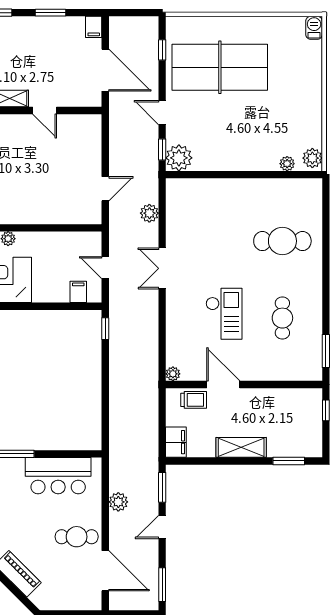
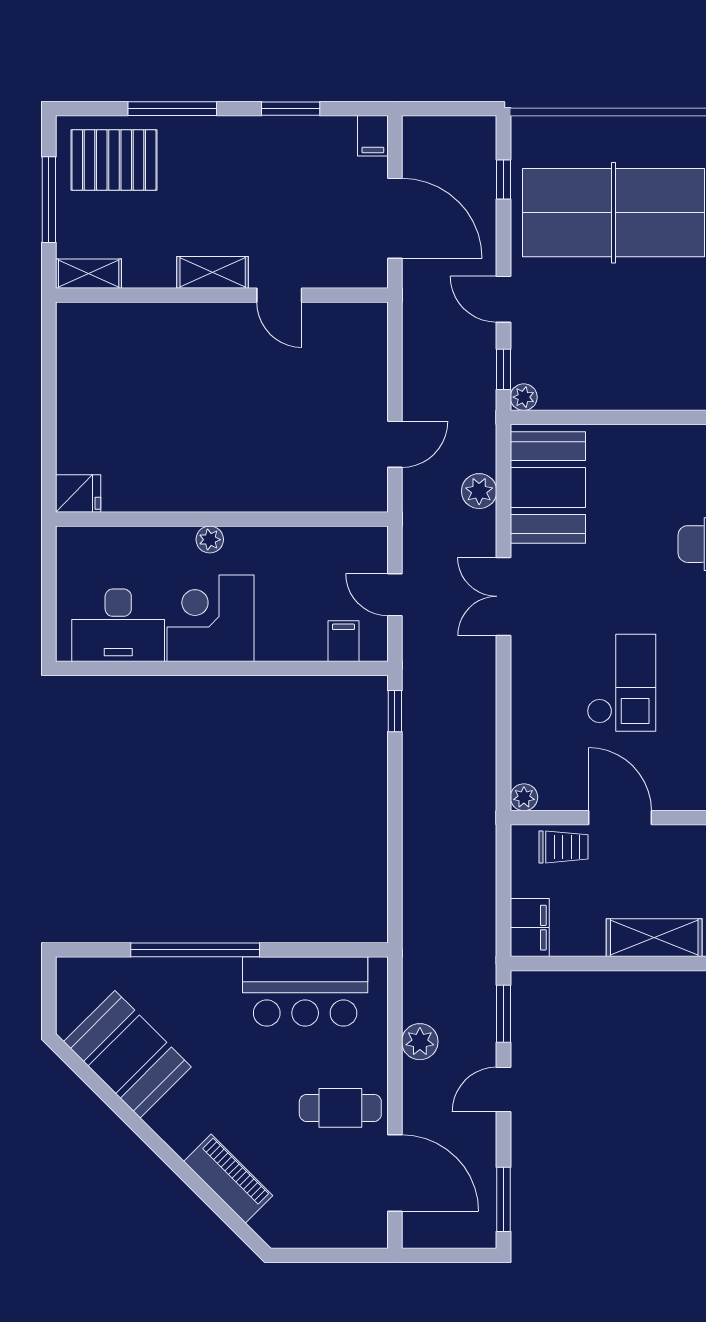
plant: (179, 158) -> (524, 397), width x0.53, depth x0.53
booth: (185, 211) -> (548, 488), added

